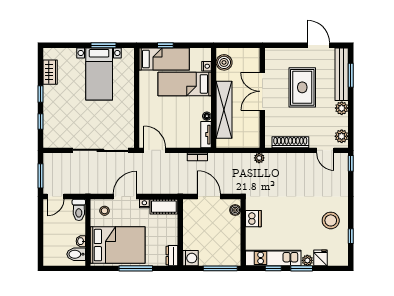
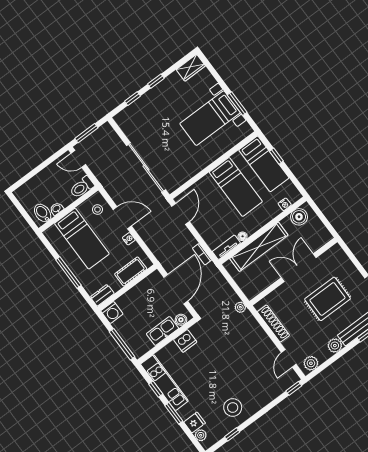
wardrobe: (50, 72) -> (191, 68), moved
bed: (185, 84) -> (236, 187), moved, turned 180
door: (209, 197) -> (176, 289), width x1.36
cot: (164, 207) -> (131, 272), moved, turned 90
kitchen sink: (233, 230) -> (162, 331), added
bed: (118, 245) -> (82, 239), width x0.67
plant: (307, 260) -> (201, 435), moved

